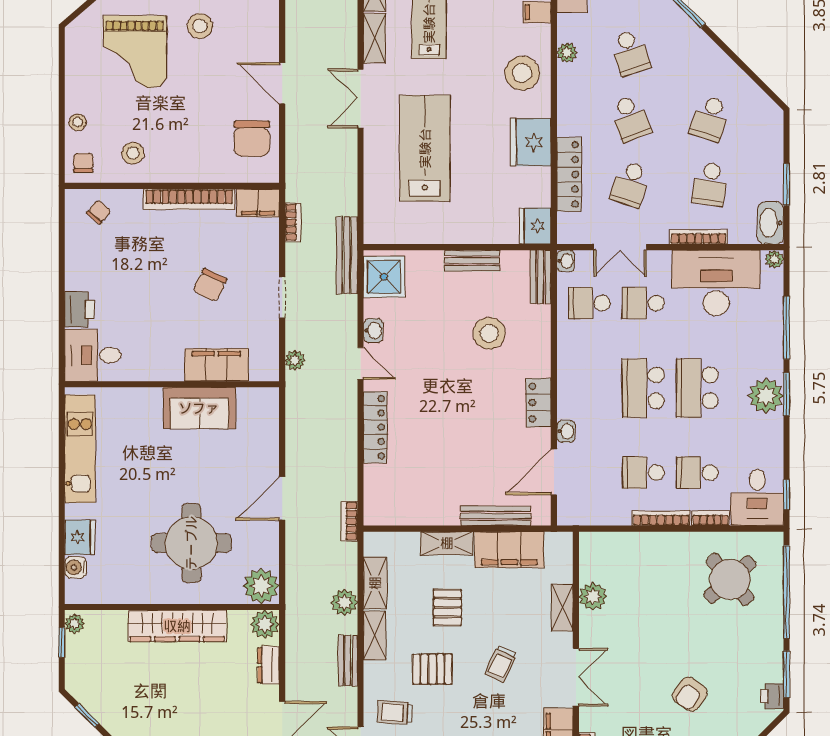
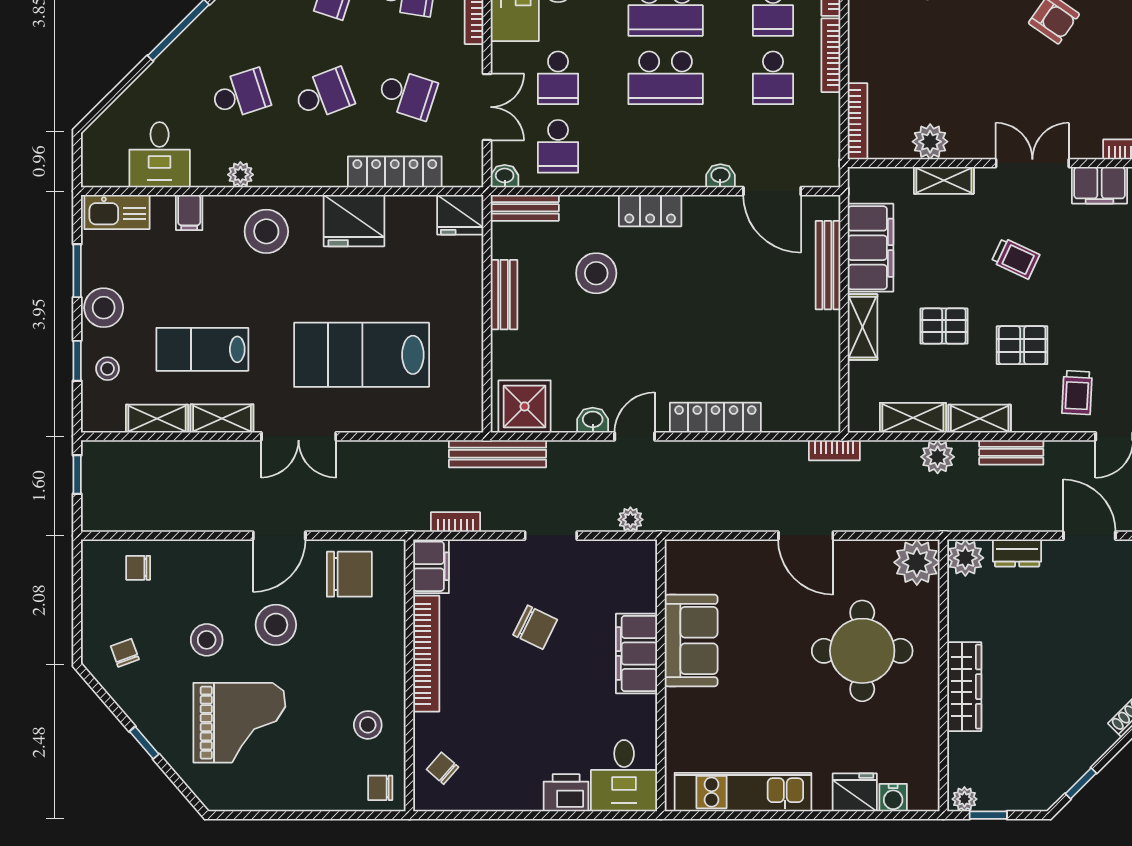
stool: (78, 122) -> (276, 625), moved, width x1.89, depth x1.89
filing cabinet: (216, 365) -> (636, 653), moved
locker: (539, 403) -> (650, 211), moved
bookcase: (609, 539) -> (858, 121), added
wardrobe: (177, 626) -> (964, 687), width x0.71, depth x0.85
pallet: (432, 669) -> (1022, 345), turned 90

